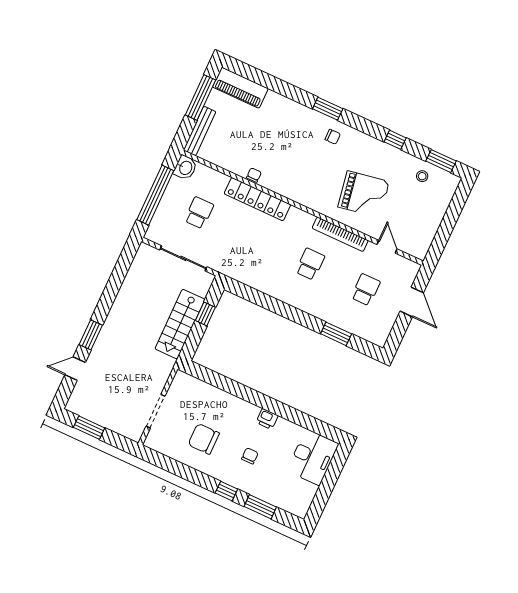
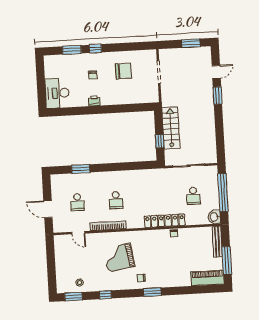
grand piano: (364, 194) -> (119, 258), moved

